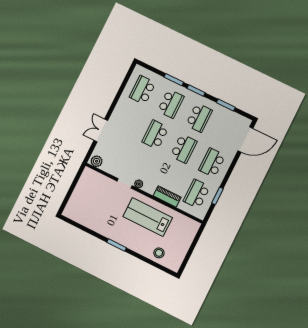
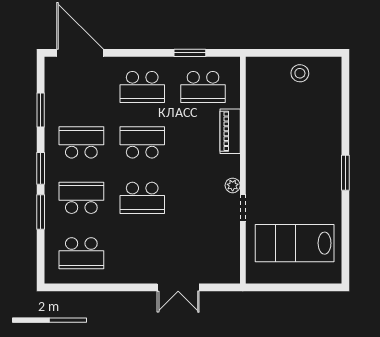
plant: (97, 161) -> (230, 270), removed
lab bench: (148, 217) -> (295, 243), moved, turned 90
stool: (159, 253) -> (300, 73), moved

